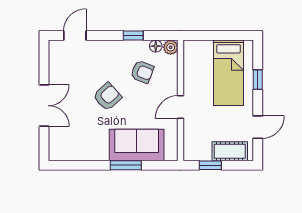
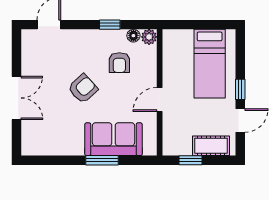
armchair: (142, 72) -> (119, 63), turned 69
window: (258, 80) -> (240, 89), moved

